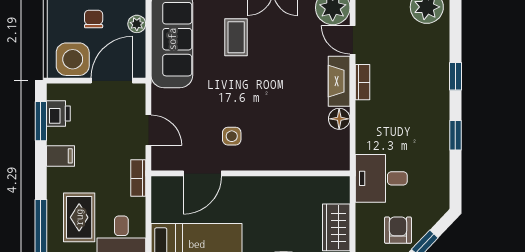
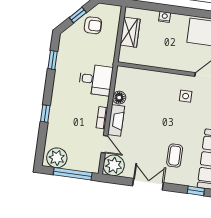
window: (455, 135) -> (53, 60), moved
desk: (381, 178) -> (96, 80), moved
armchair: (398, 230) -> (93, 25), turned -90

